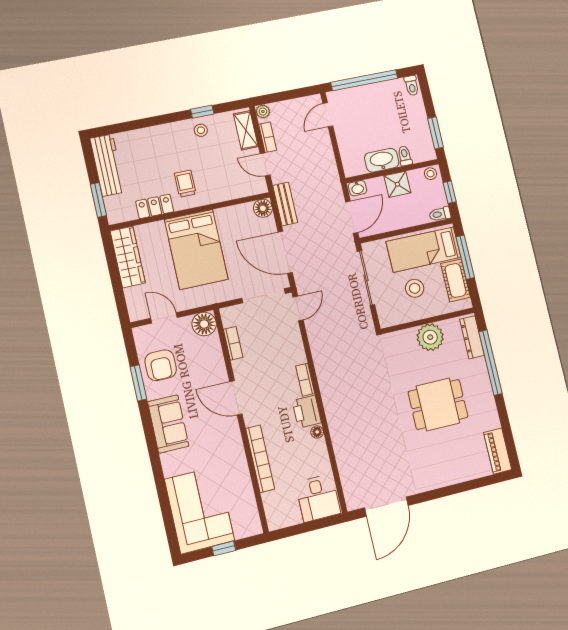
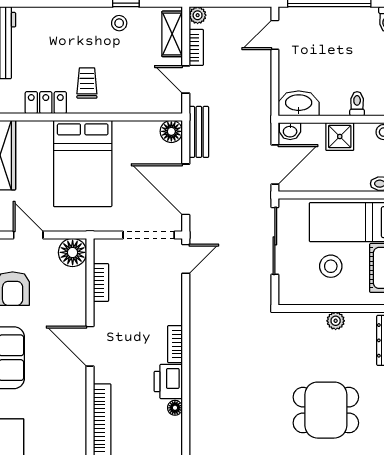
washbasin: (382, 160) -> (299, 103), moved
plant: (430, 337) -> (336, 321), width x0.53, depth x0.53

